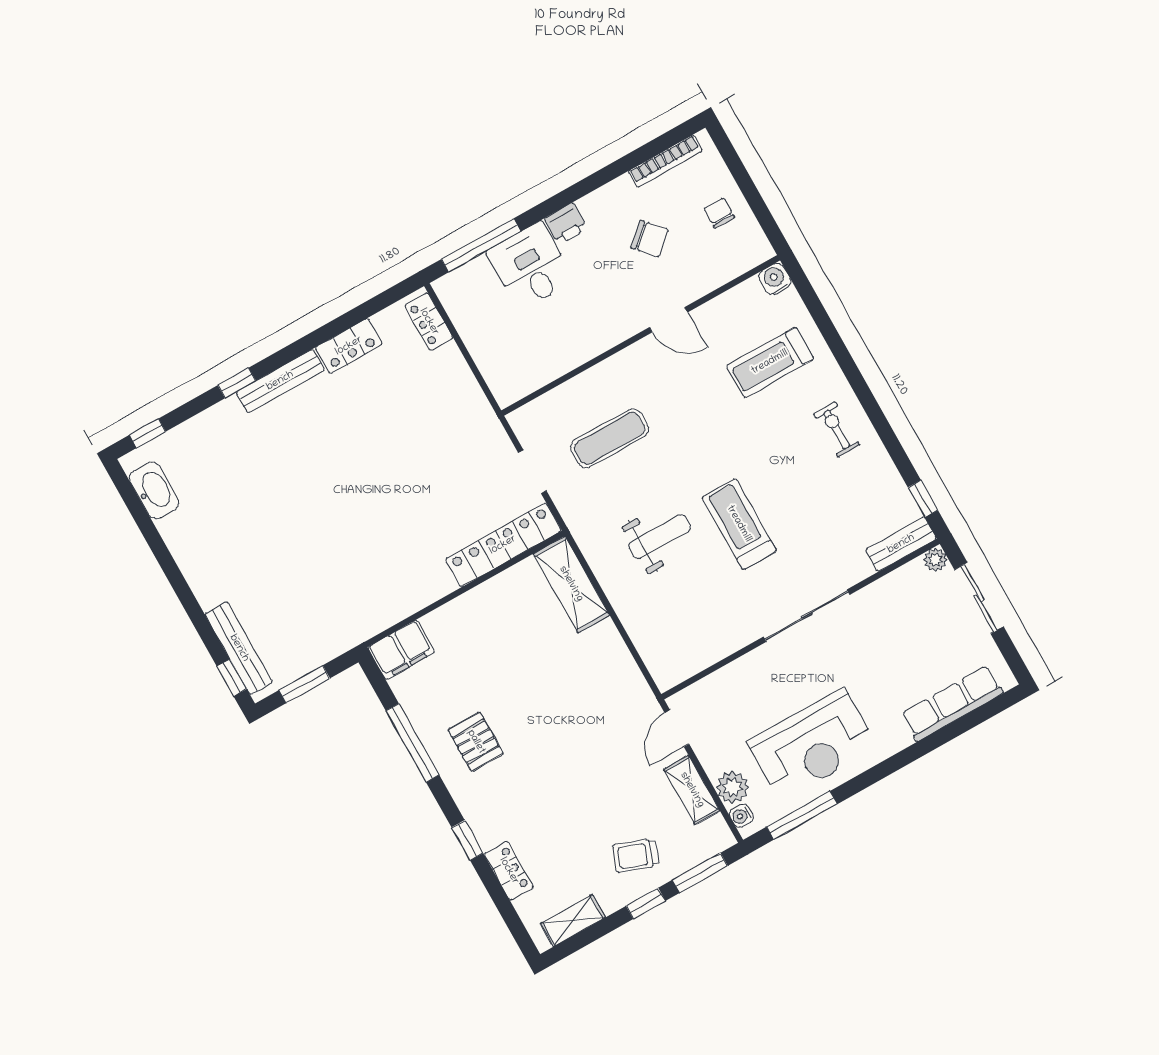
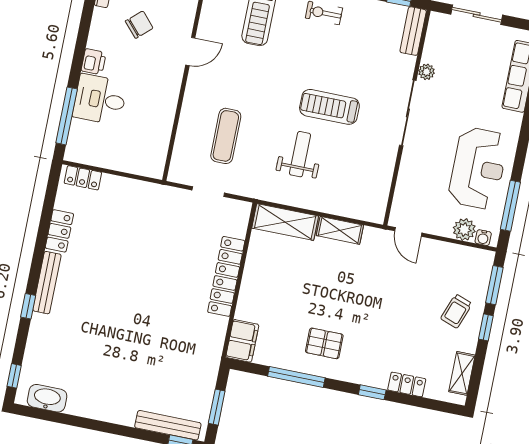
locker: (503, 545) -> (226, 276), moved
plant: (935, 560) -> (427, 72), moved
shelving: (692, 790) -> (340, 230), moved

